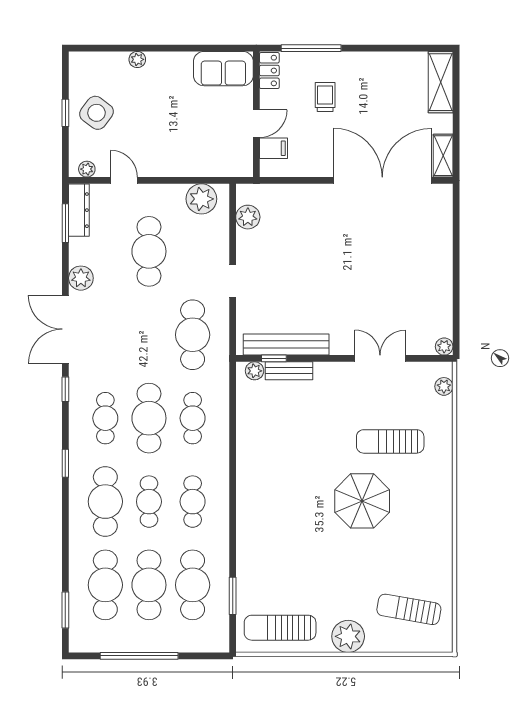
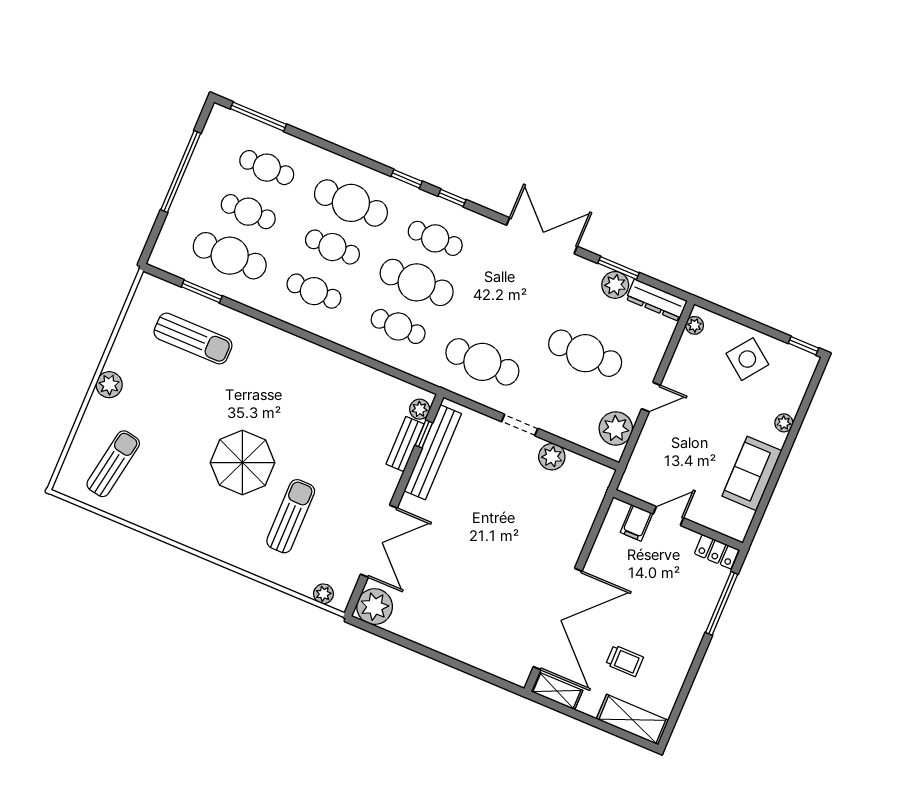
sofa: (223, 69) -> (752, 473), moved
trolley: (325, 97) -> (625, 661), moved
window: (65, 113) -> (803, 346), moved
door: (256, 124) -> (668, 516), swing flipped
door: (124, 180) -> (651, 397), moved
plant: (248, 217) -> (552, 457), moved
window: (65, 223) -> (618, 268), moved
plant: (81, 278) -> (615, 285), moved
plant: (444, 347) -> (375, 607), width x1.88, depth x1.88
double door: (380, 358) -> (379, 541), width x1.37
window: (65, 389) -> (452, 198), moved
cafe table: (105, 585) -> (267, 168), width x0.73, depth x0.74
cafe table: (149, 585) -> (248, 212), width x0.73, depth x0.74
window: (65, 610) -> (258, 117), width x1.44
sun lounger: (280, 628) -> (193, 339), moved, turned 90
plant: (348, 636) -> (109, 385), width x0.73, depth x0.73

